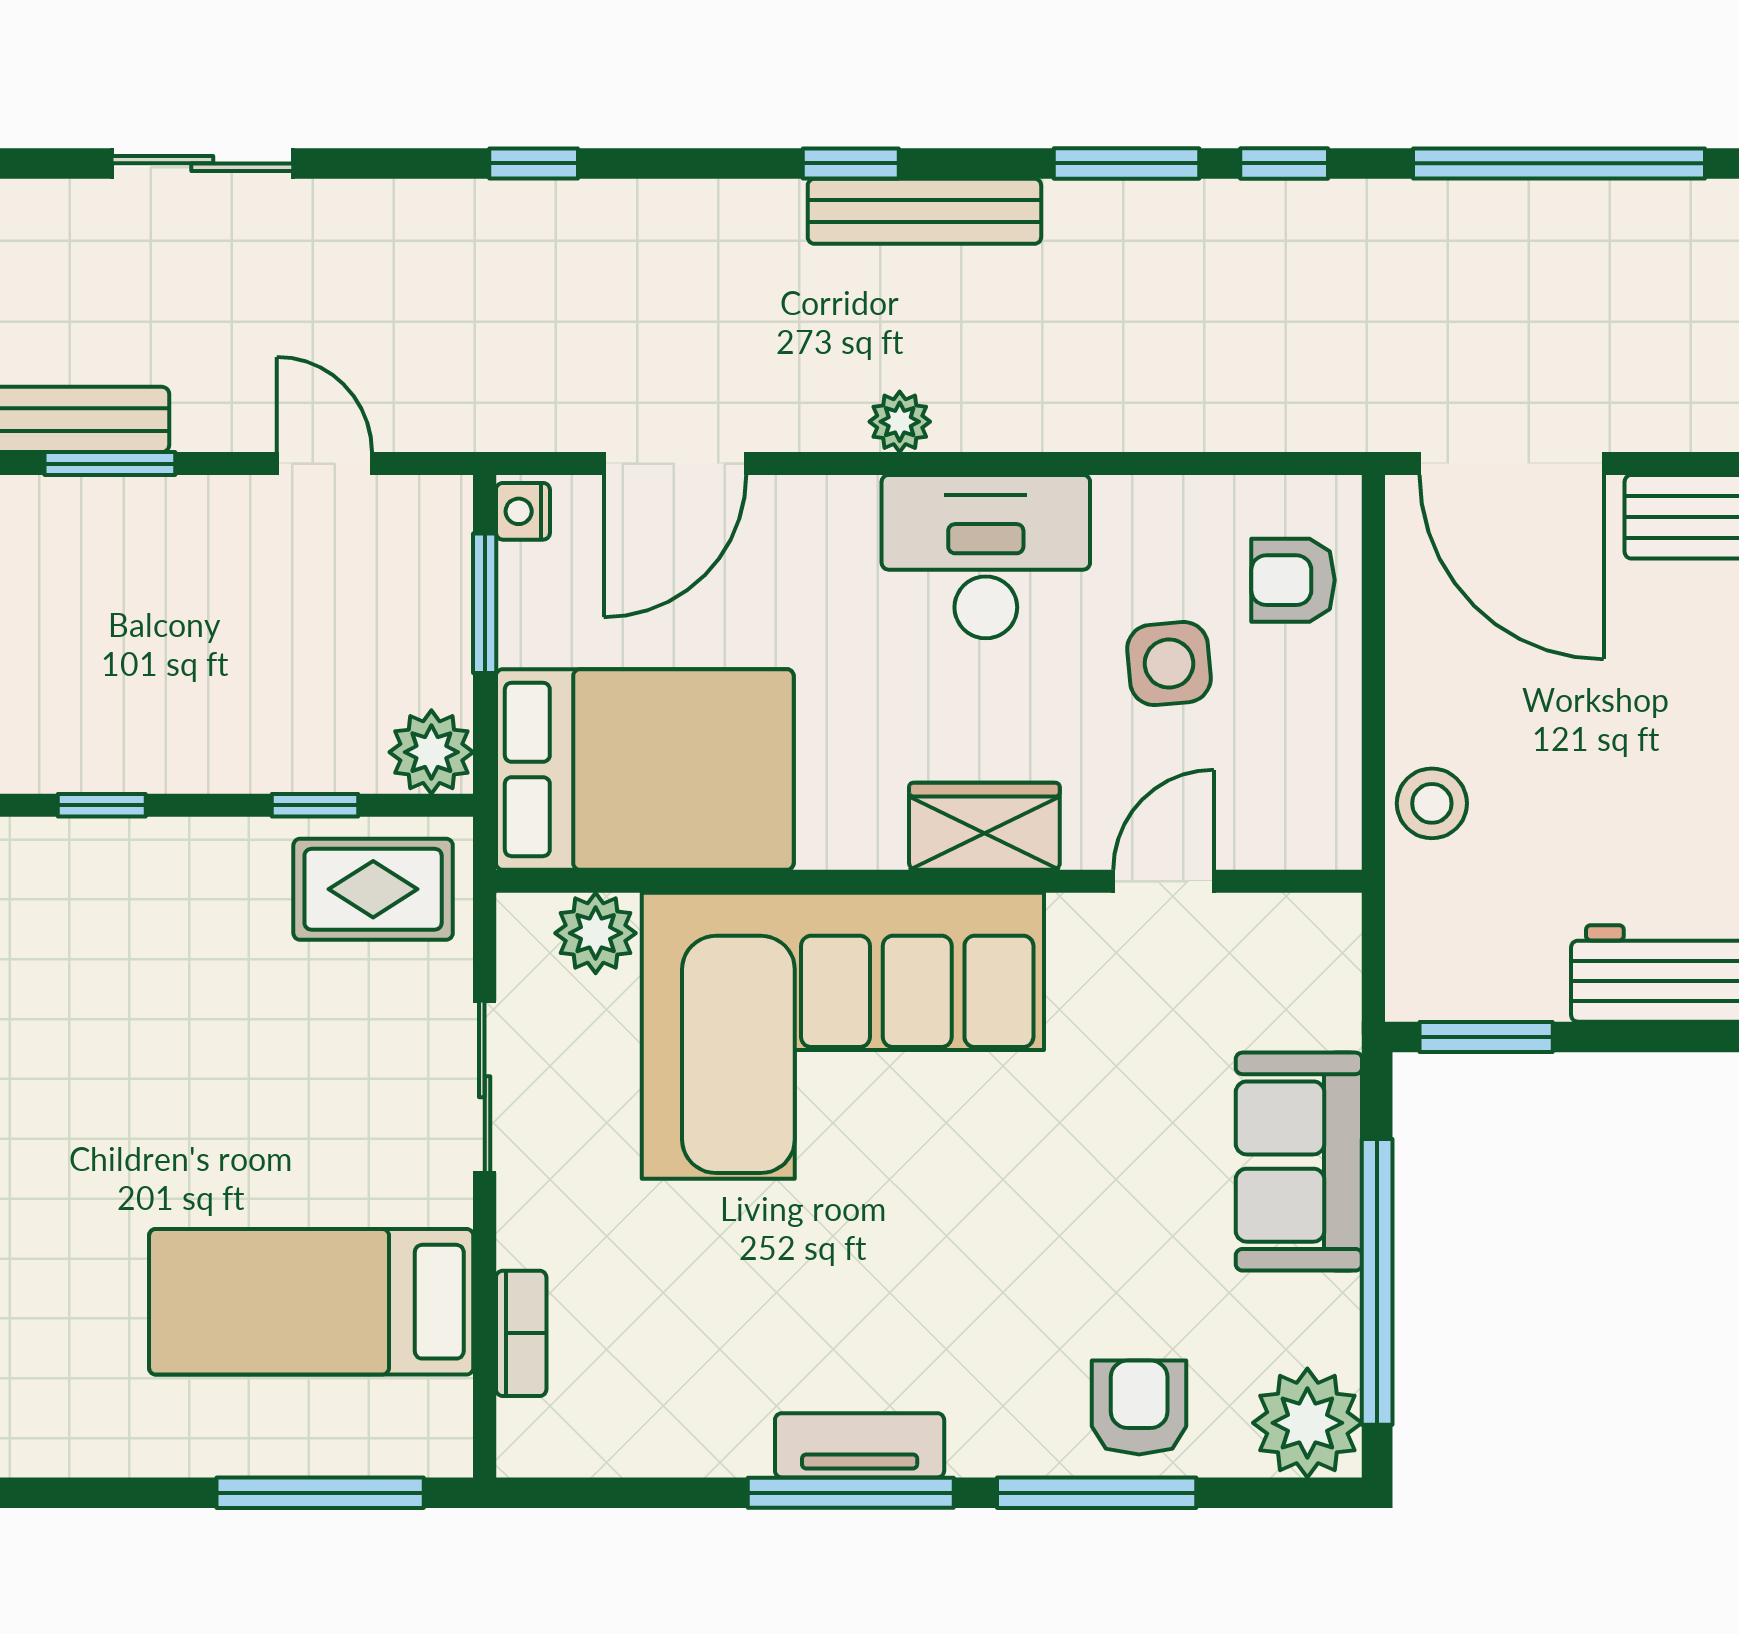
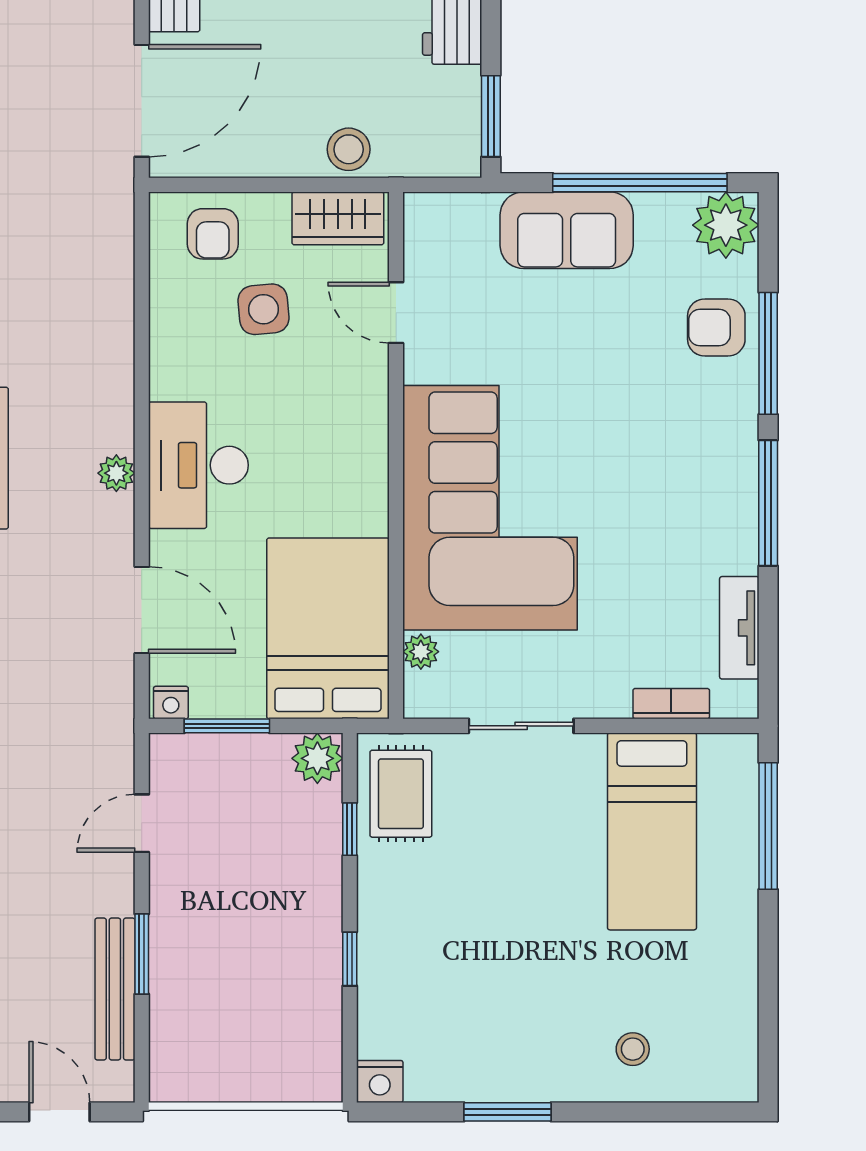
desk: (986, 557) -> (198, 465), moved
wardrobe: (984, 826) -> (338, 218), moved, turned -90
plant: (596, 933) -> (421, 652), width x0.73, depth x0.73
tv unit: (860, 1445) -> (739, 628), moved

